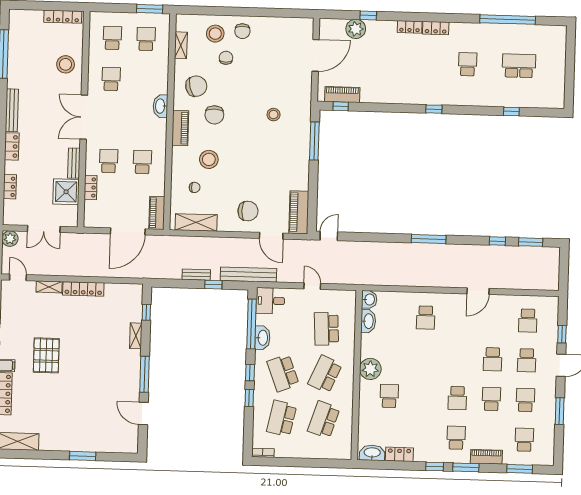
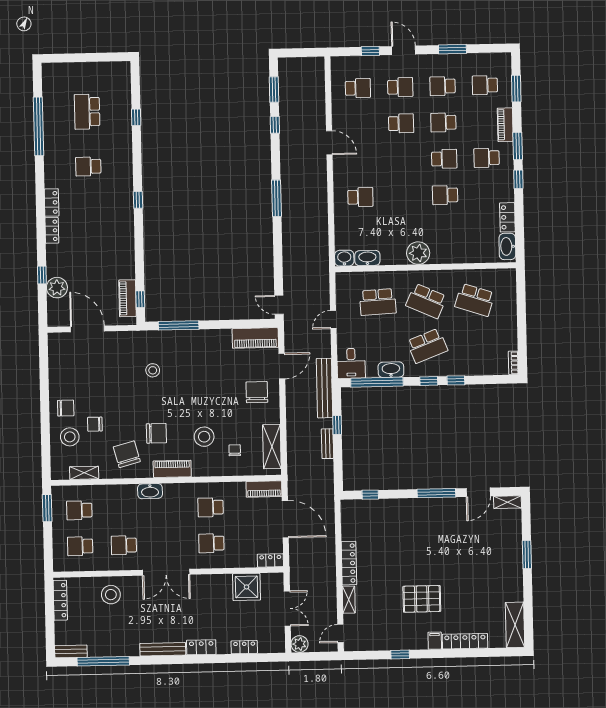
bench: (74, 163) -> (71, 651), moved
locker: (90, 187) -> (270, 560), moved
shelving: (136, 336) -> (508, 502), moved
school desk: (389, 396) -> (445, 195), moved
school desk: (282, 418) -> (476, 345), removed

